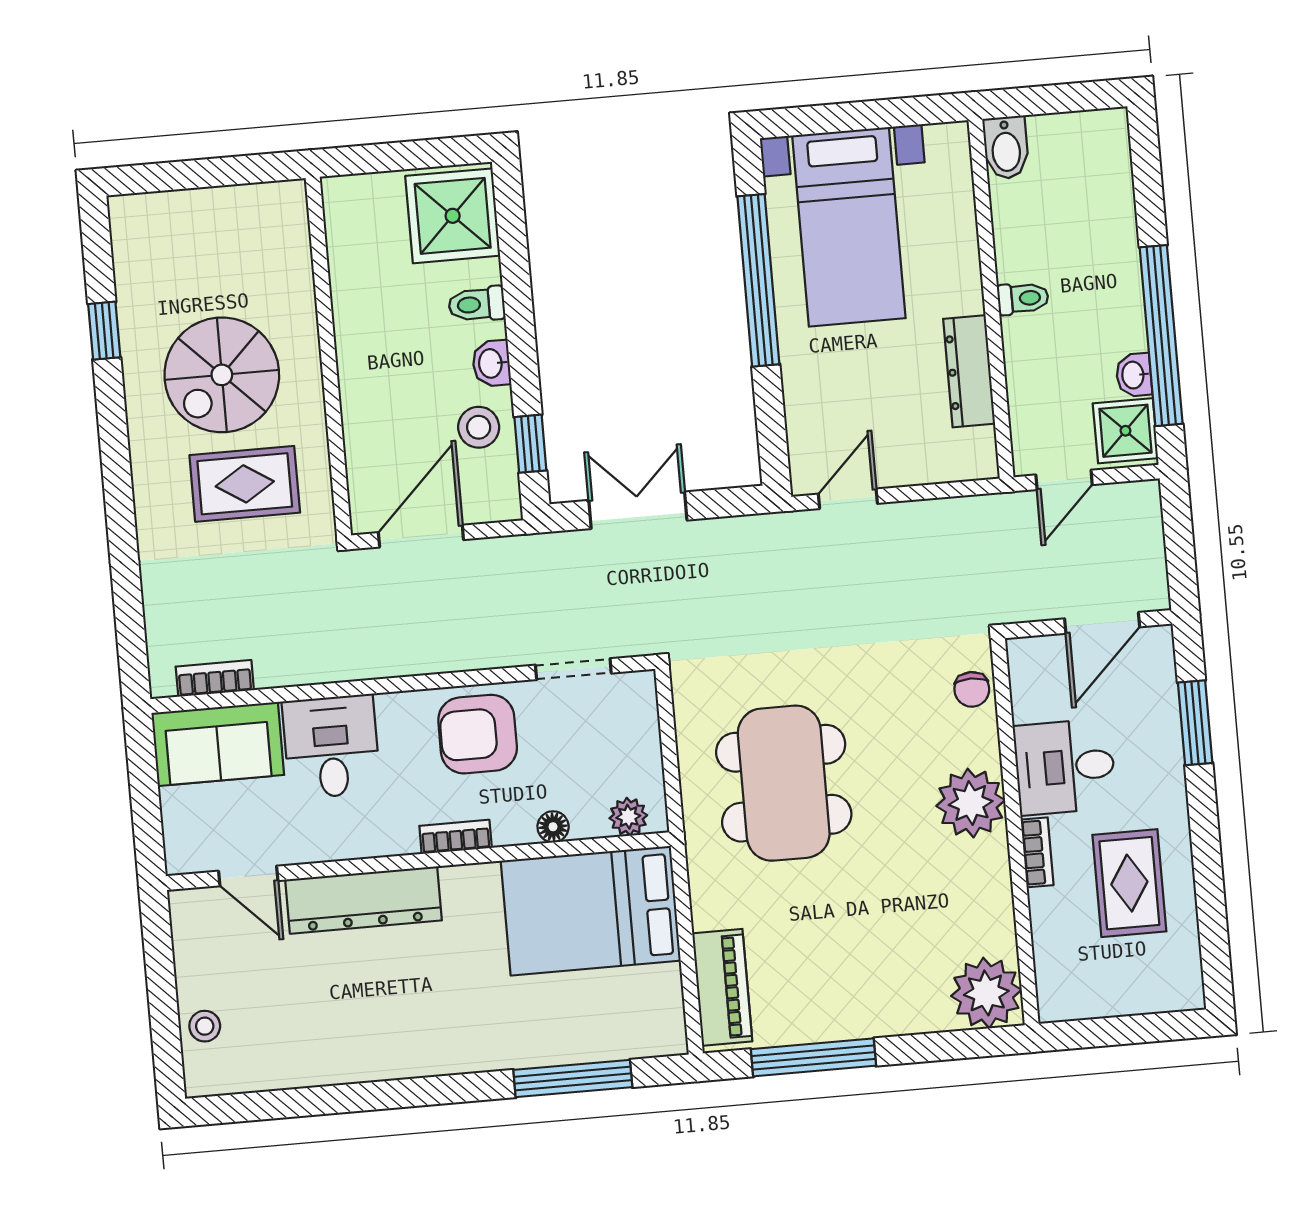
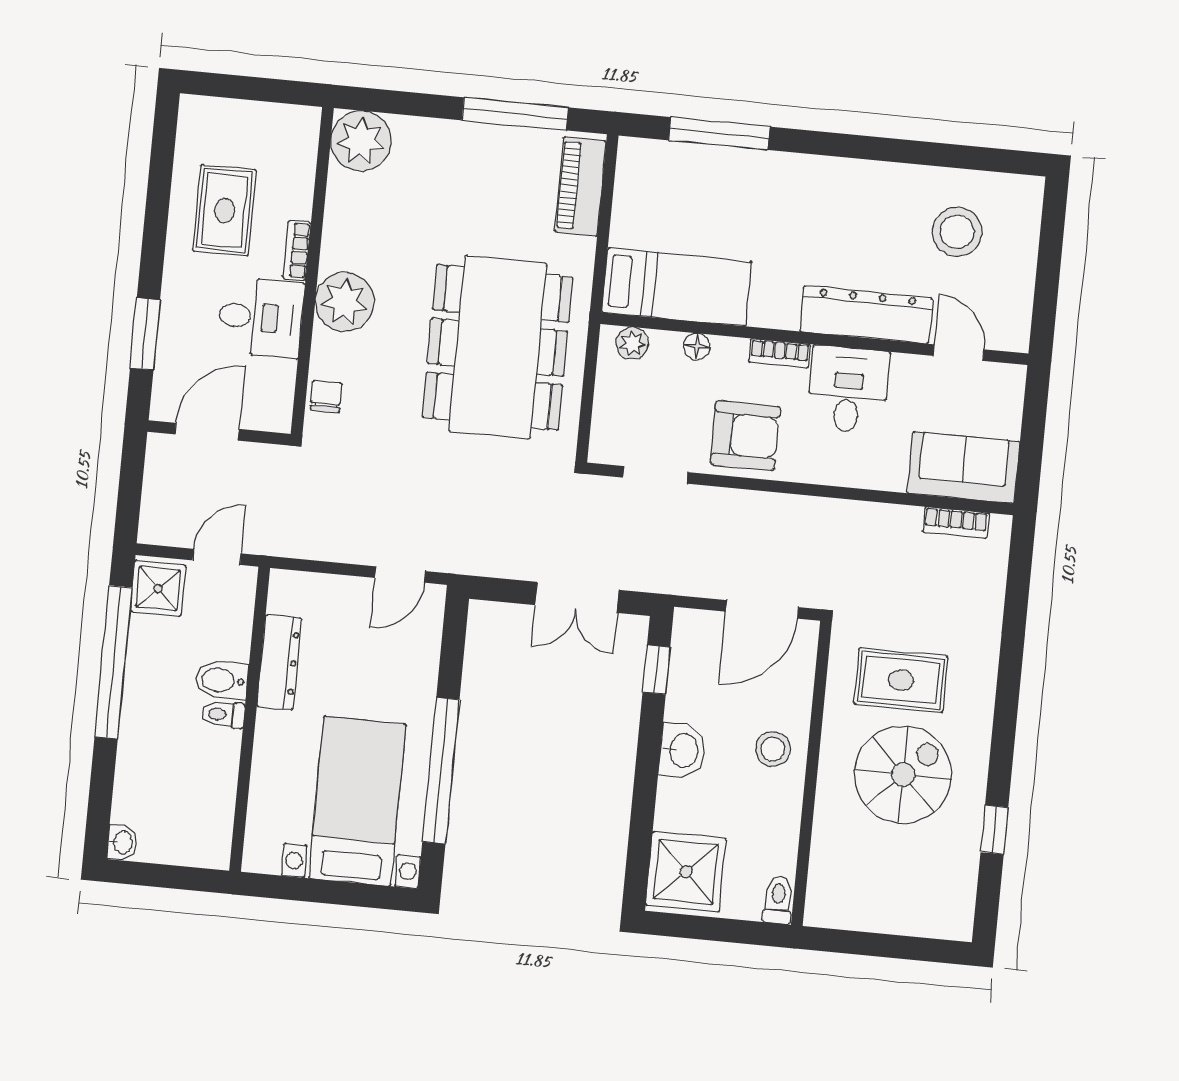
bidet: (1006, 148) -> (221, 680), moved, turned -90
toilet: (477, 304) -> (778, 900), moved, turned -90
washbasin: (491, 363) -> (683, 750), width x1.38, depth x1.45
washbasin: (1134, 375) -> (122, 843), moved
stool: (479, 427) -> (773, 749), moved
desk: (331, 747) -> (848, 390), moved, turned 180
dining table: (784, 783) -> (498, 347), width x1.36, depth x1.24
bed: (591, 911) -> (677, 287), width x0.67
stool: (205, 1026) -> (957, 232), moved, width x1.89, depth x1.89

